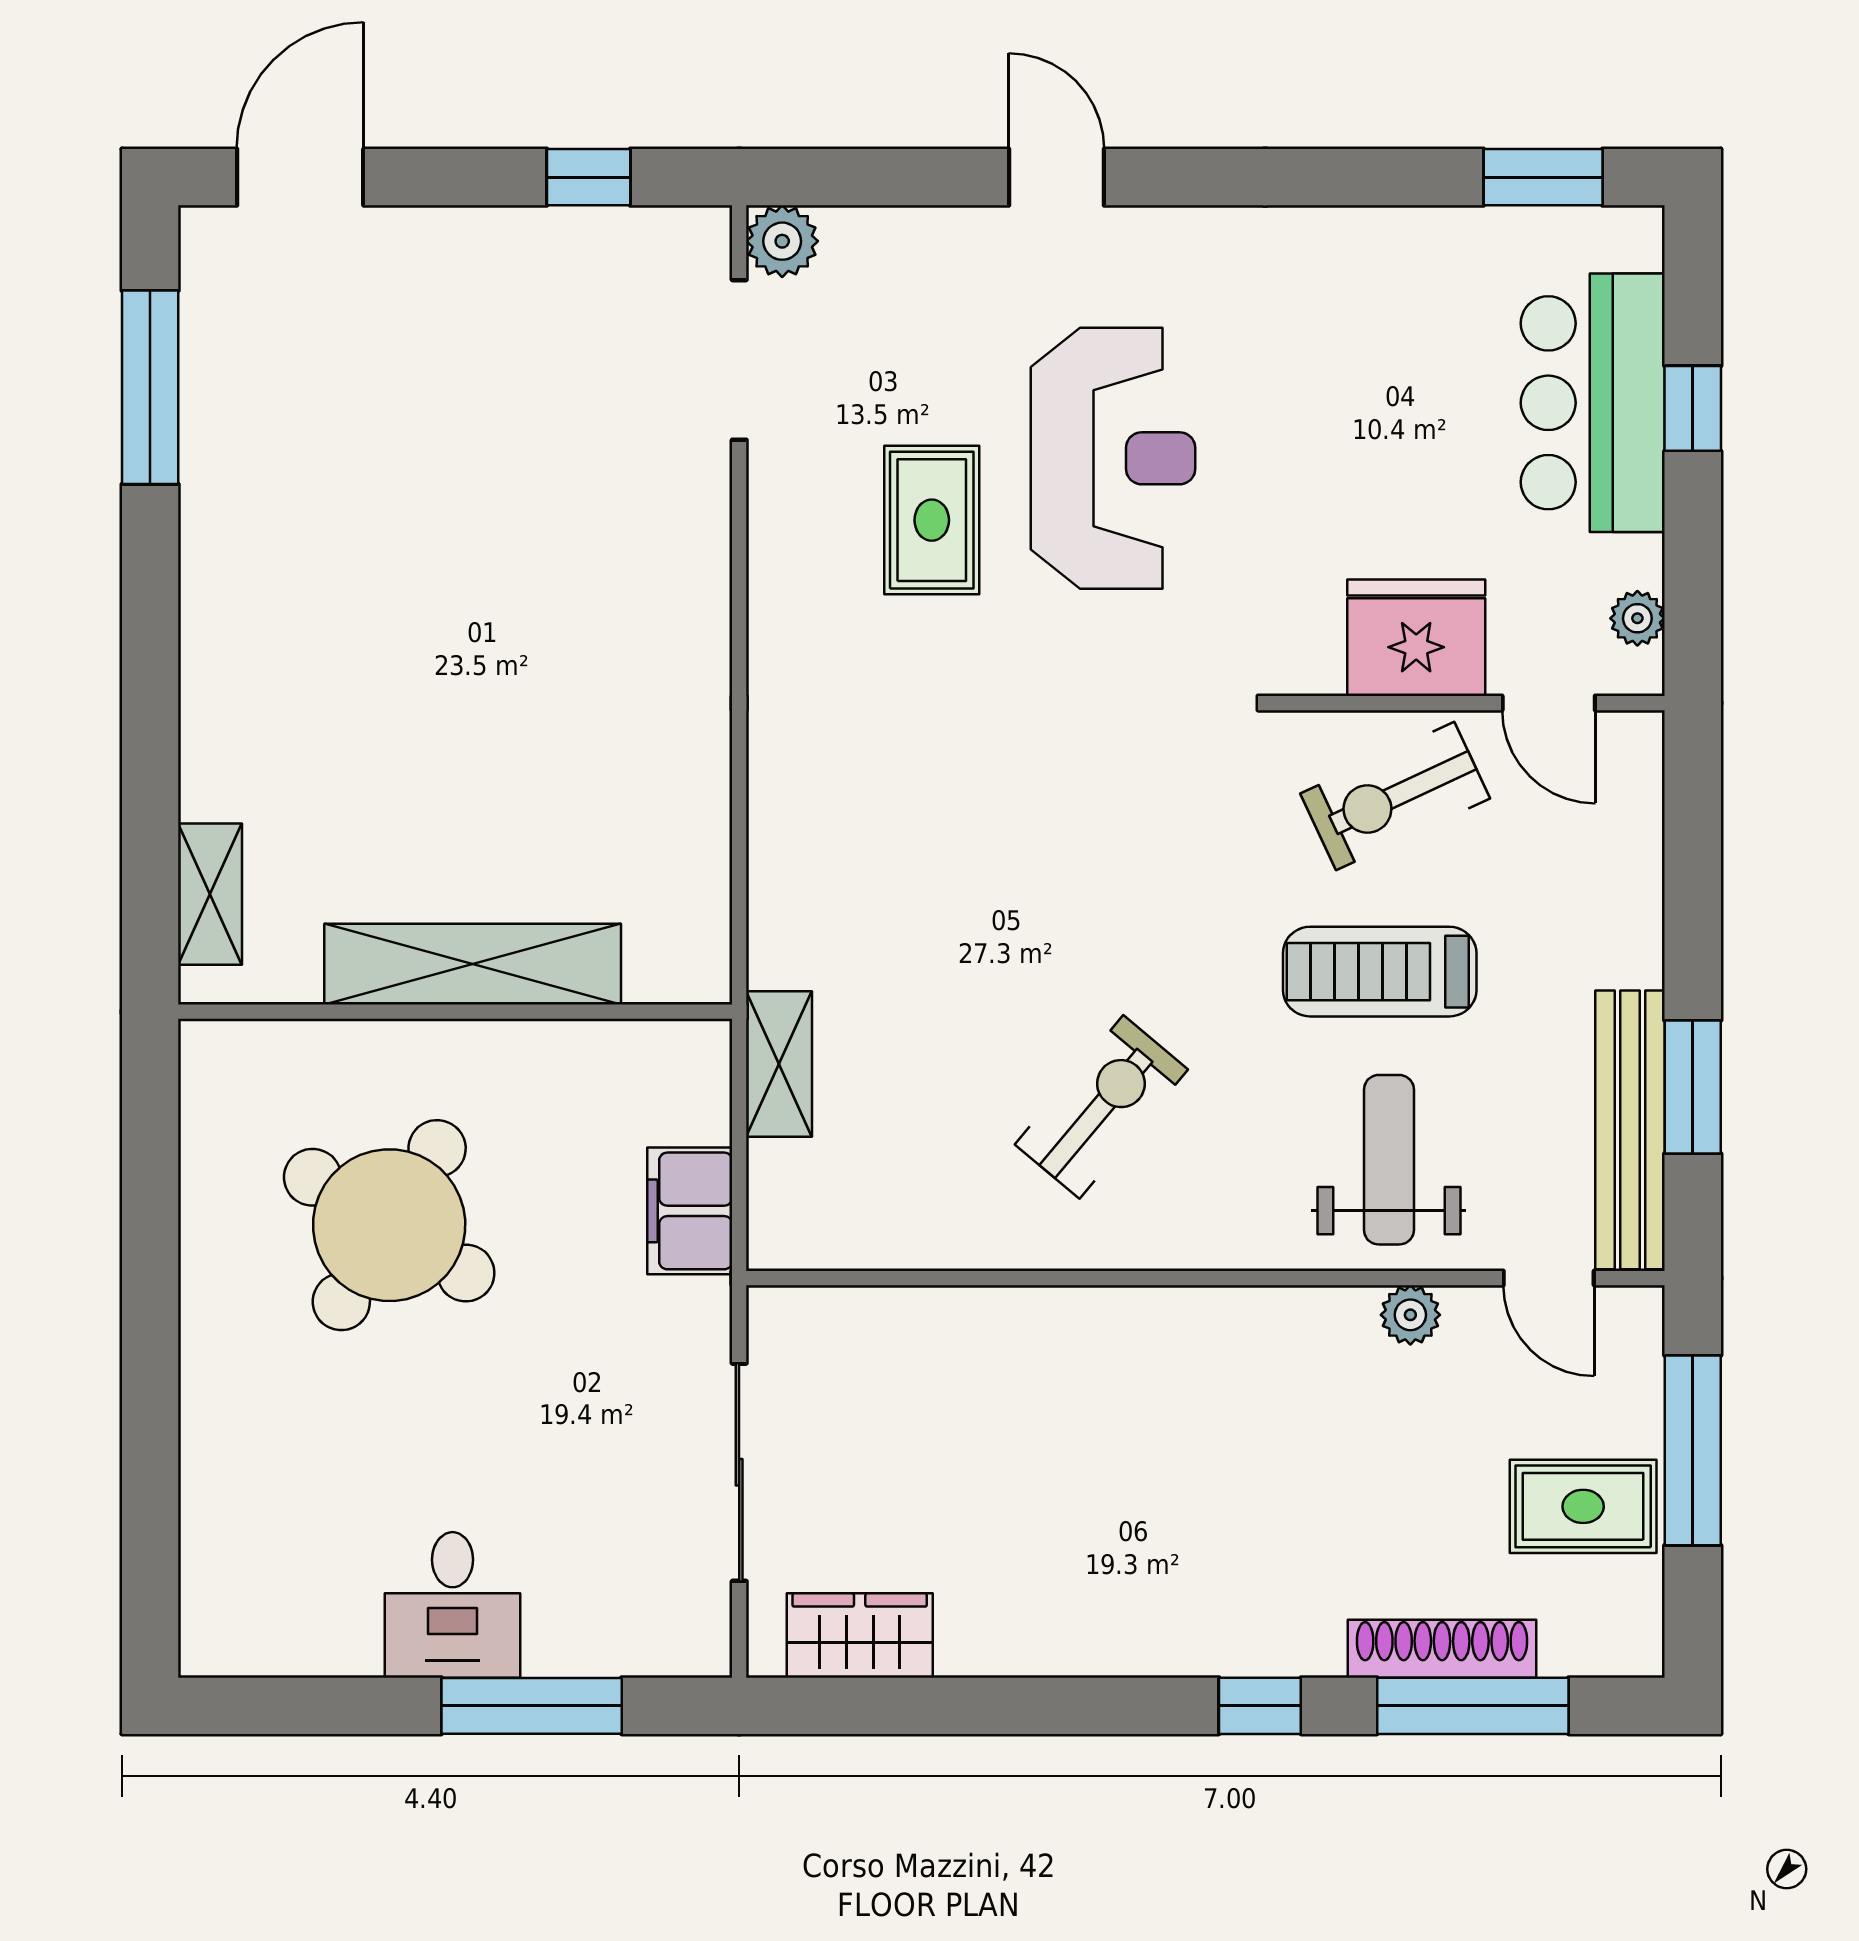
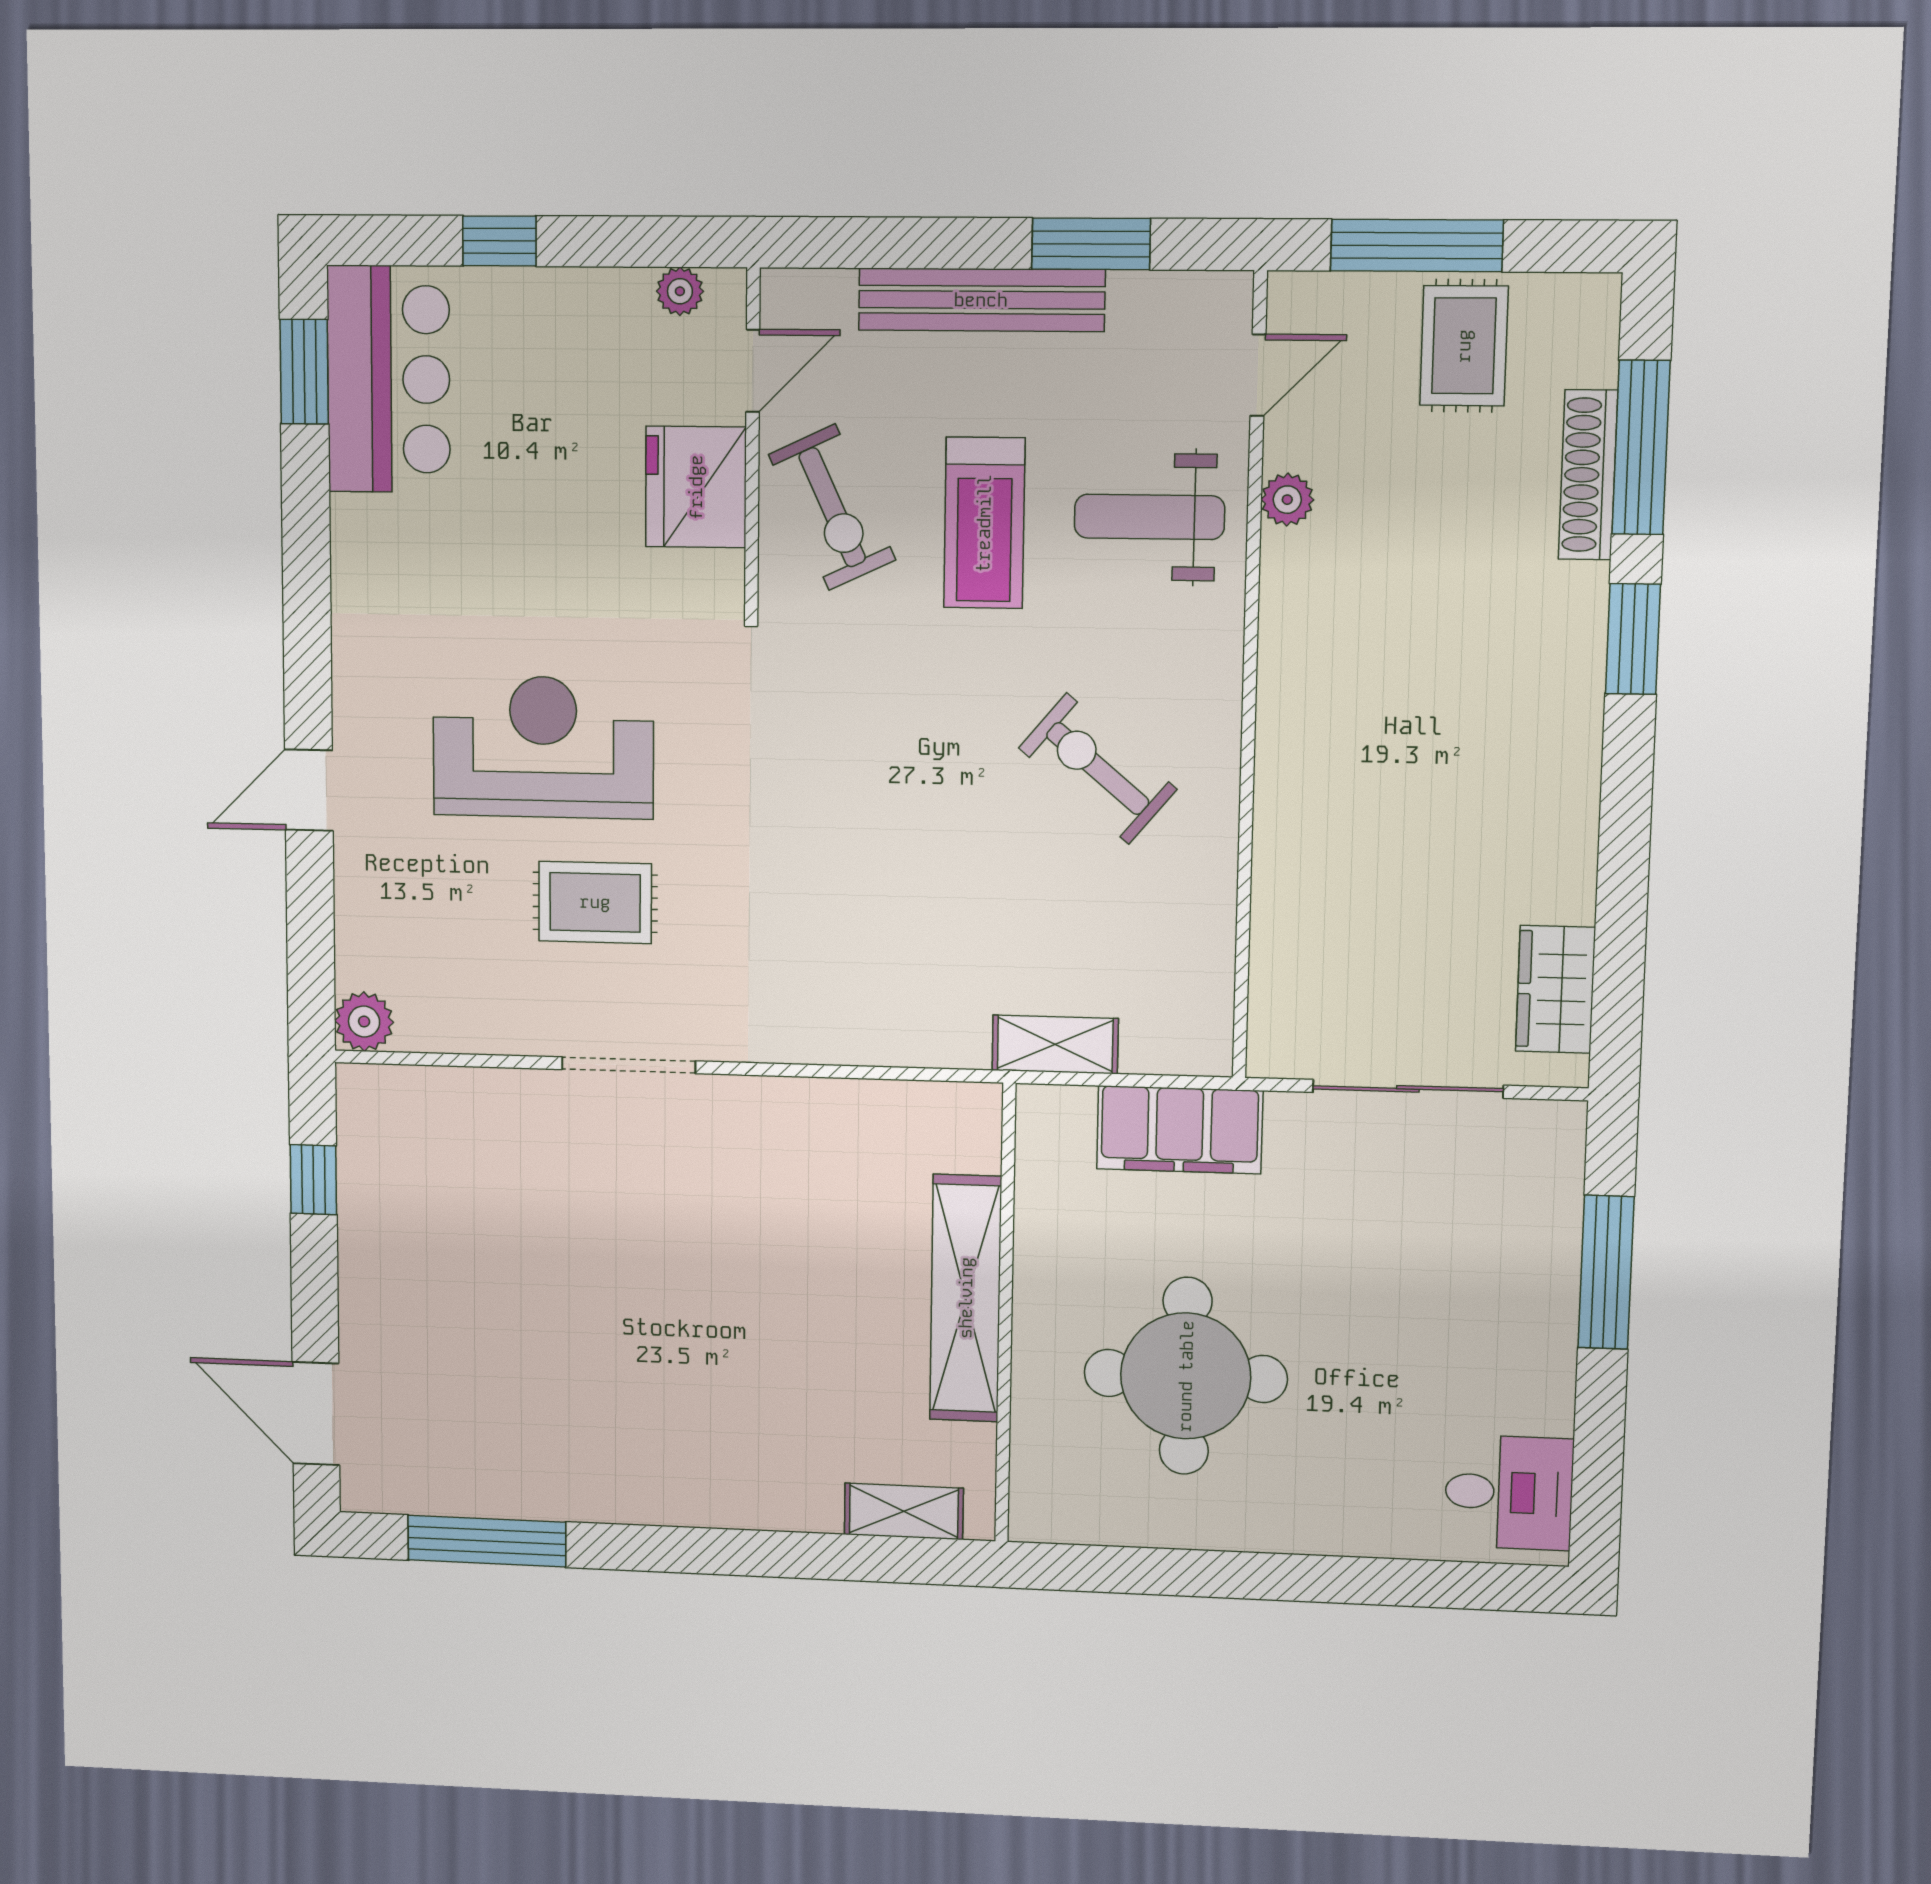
doorway: (739, 360) -> (629, 1065), moved
bar counter: (1593, 403) -> (389, 379), moved, turned -90
bench: (1630, 1130) -> (981, 300), moved
filing cabinet: (690, 1211) -> (1180, 1130), width x1.50, depth x1.17
round table: (389, 1225) -> (1186, 1376), turned -32
desk: (453, 1605) -> (1509, 1492), moved
window: (1260, 1706) -> (1633, 639), width x1.50

